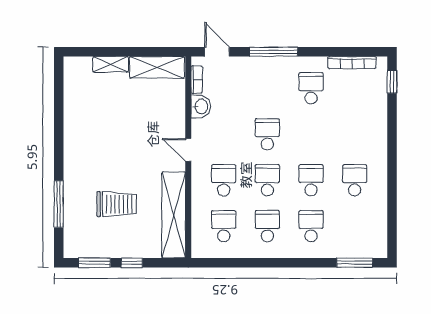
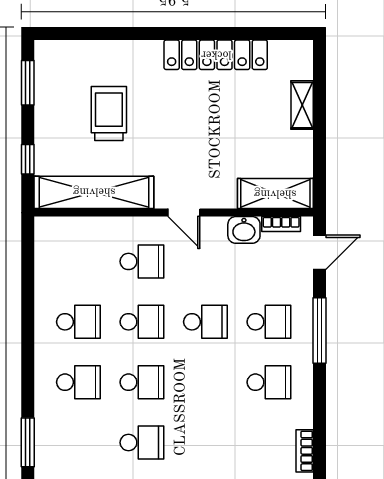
bookcase: (352, 63) -> (305, 451), width x0.64
shelving: (157, 67) -> (275, 194), moved, turned 90
locker: (74, 127) -> (216, 55), added
door: (188, 150) -> (184, 213), swing flipped
window: (59, 204) -> (109, 33), removed
trolley: (117, 204) -> (109, 113), turned 180
school desk: (224, 226) -> (269, 322), moved
window: (132, 263) -> (28, 159), moved

